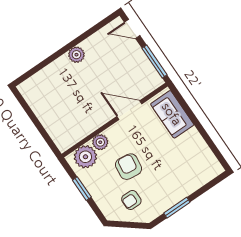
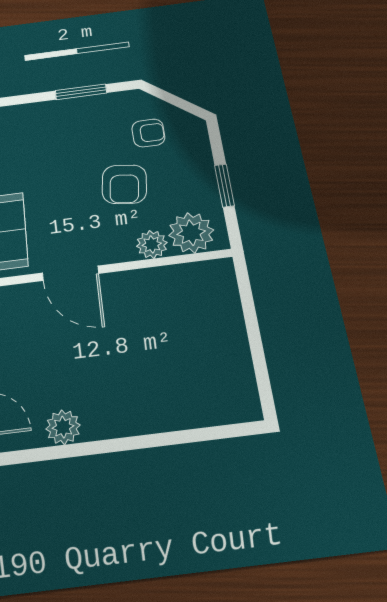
plant: (76, 55) -> (63, 427), moved

